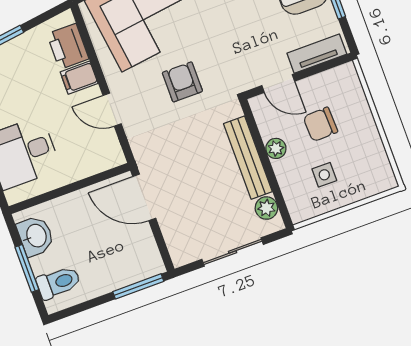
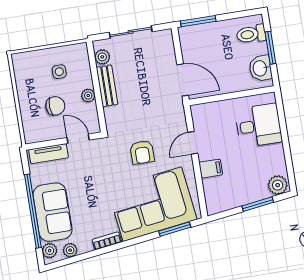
printer: (68, 46) -> (214, 191), removed
door: (112, 110) -> (193, 143), swing flipped
bench: (248, 158) -> (107, 86), width x0.73

